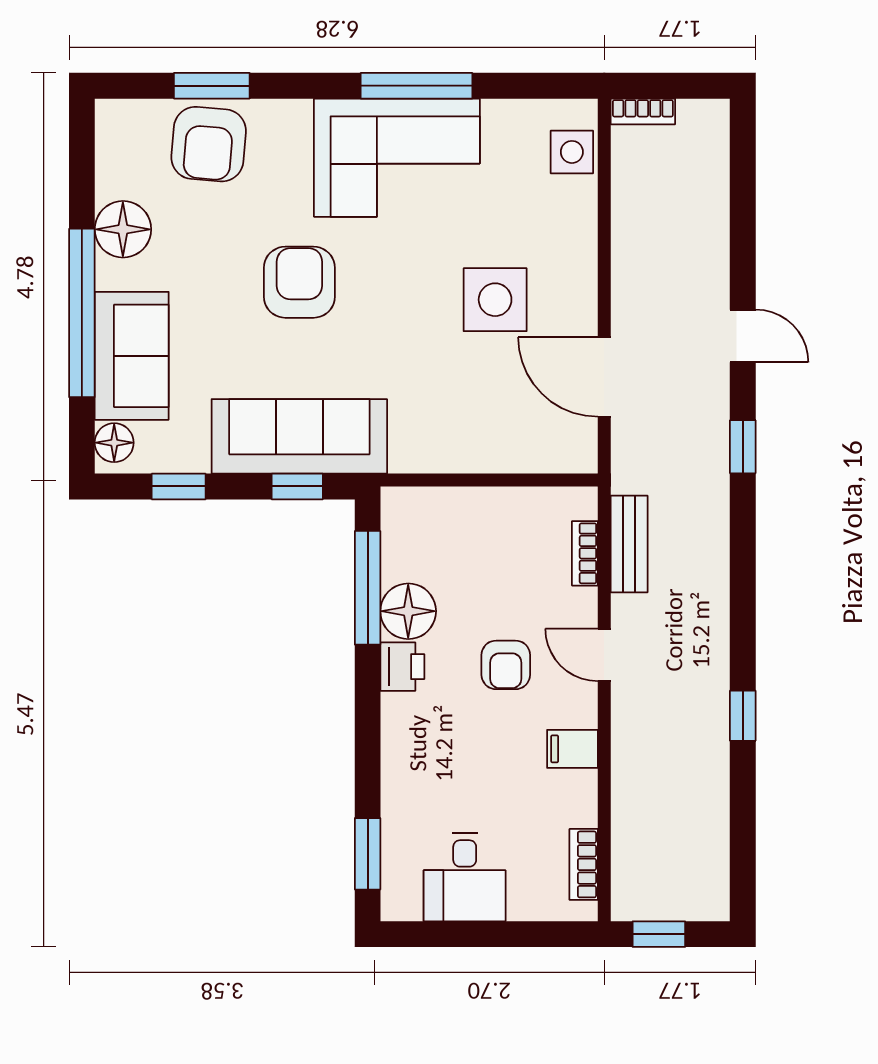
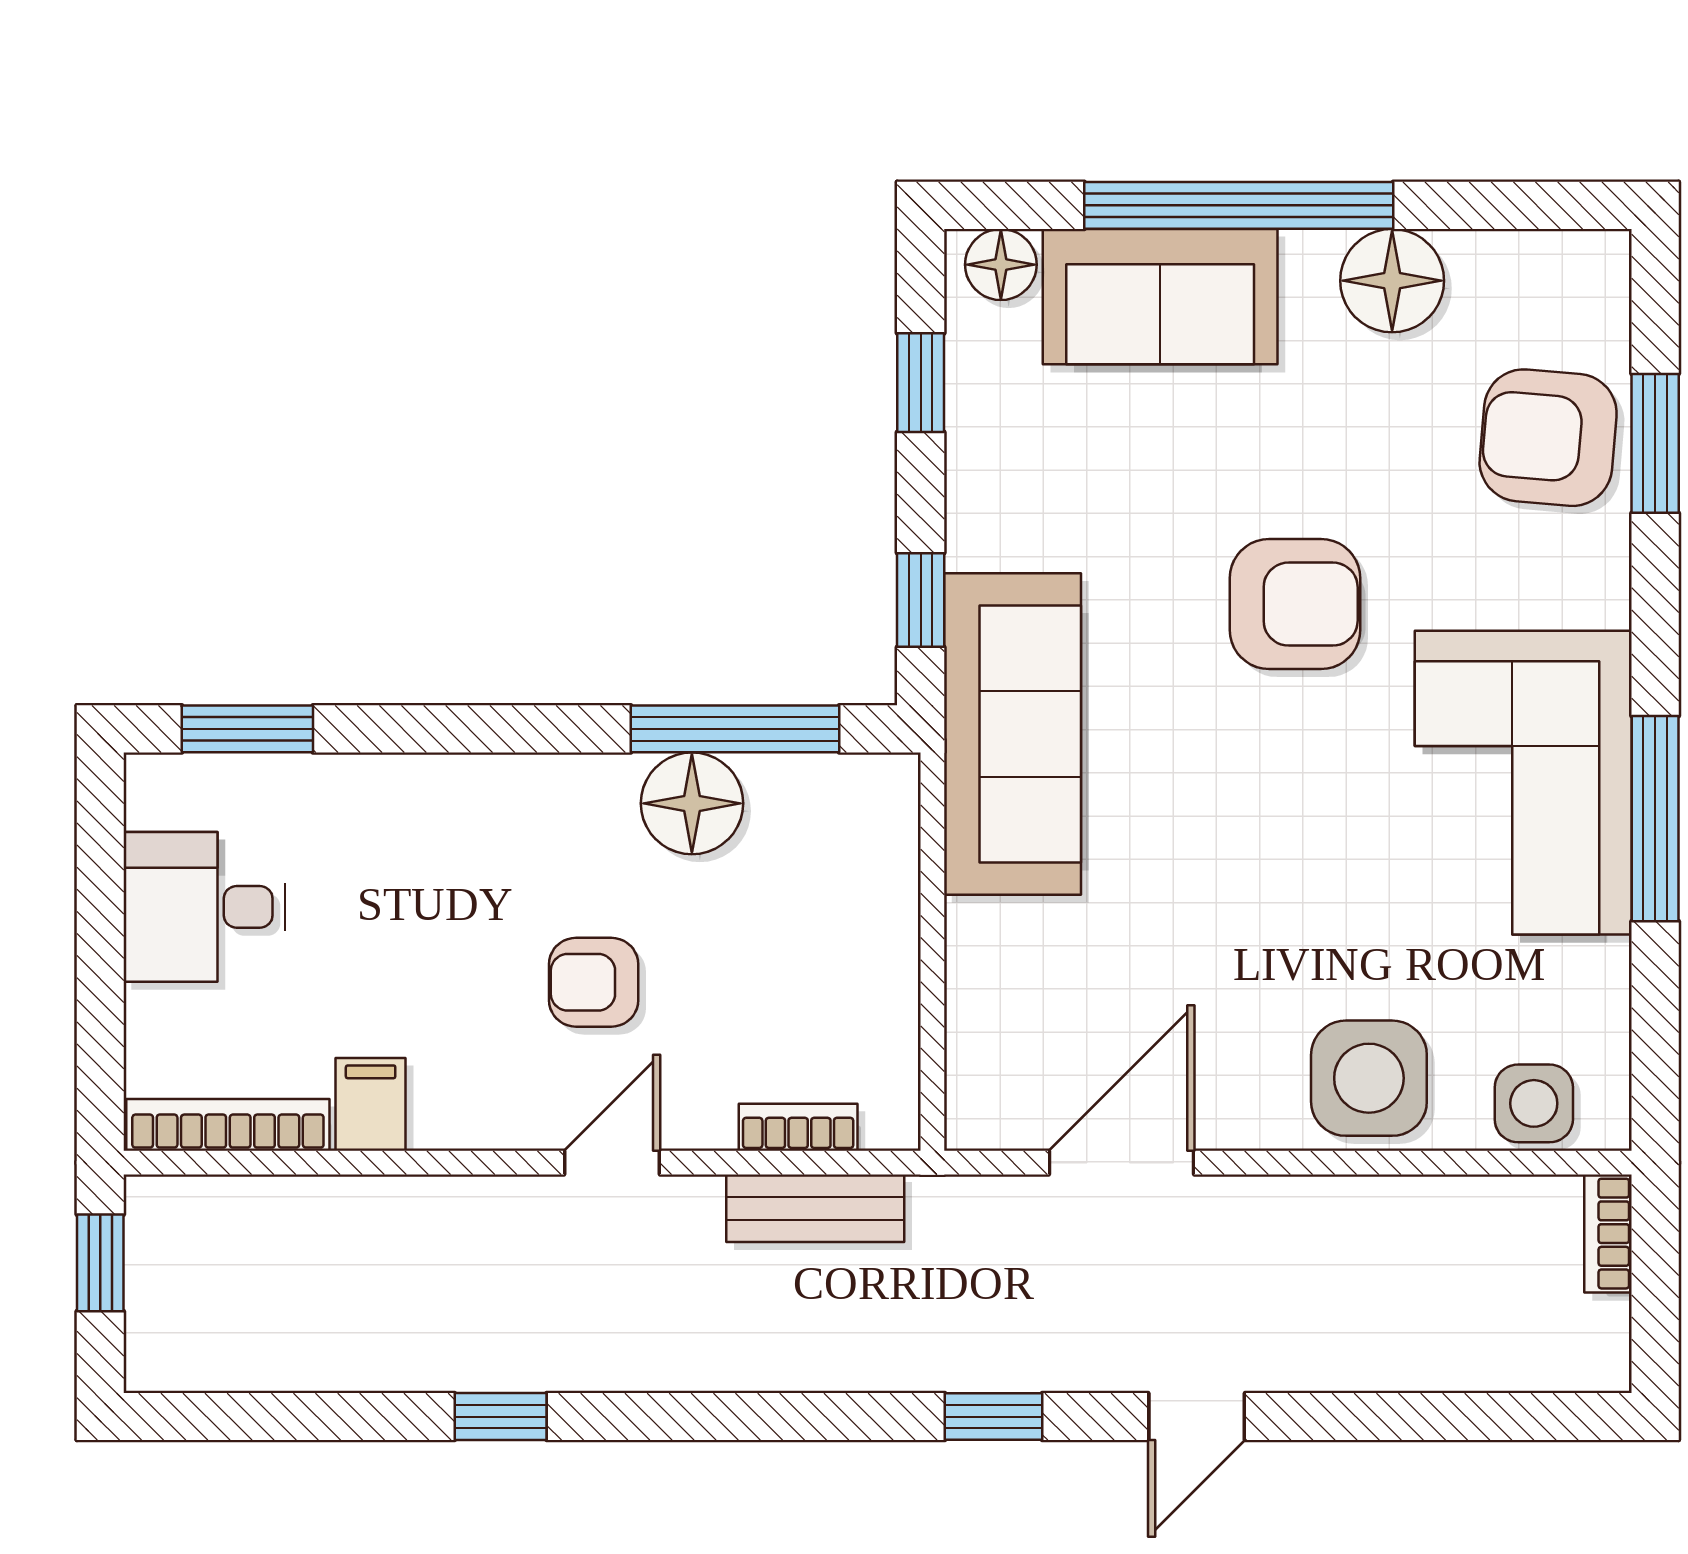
side table: (495, 300) -> (1369, 1078), moved
sofa: (299, 436) -> (1012, 734), moved
printer: (402, 667) -> (590, 793), removed
filing cabinet: (572, 749) -> (371, 1104), moved
bookcase: (584, 864) -> (228, 1125), width x1.56

